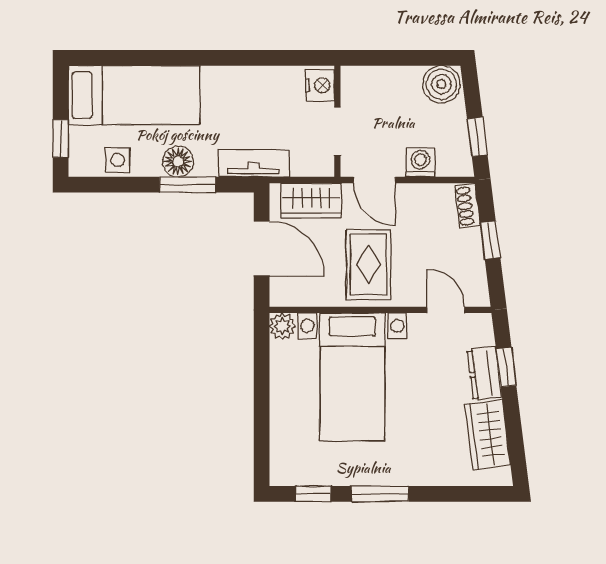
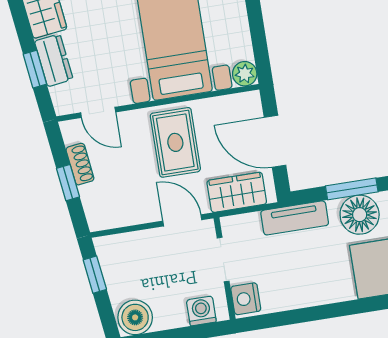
floor lamp: (178, 162) -> (360, 215), width x1.38, depth x1.38
washing machine: (420, 163) -> (201, 311), moved, turned 180
shoe rack: (468, 206) -> (80, 164), moved

